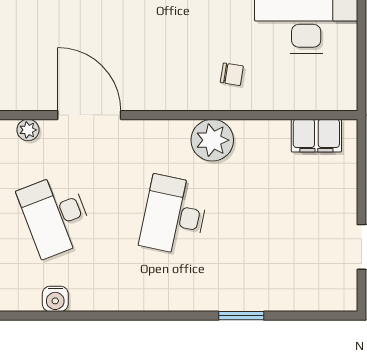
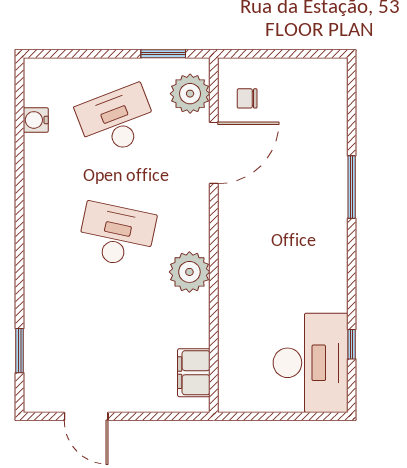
chair: (232, 74) -> (247, 98), moved, turned 81
plant: (28, 130) -> (190, 94), width x1.88, depth x1.88
window: (241, 316) -> (20, 351), moved

